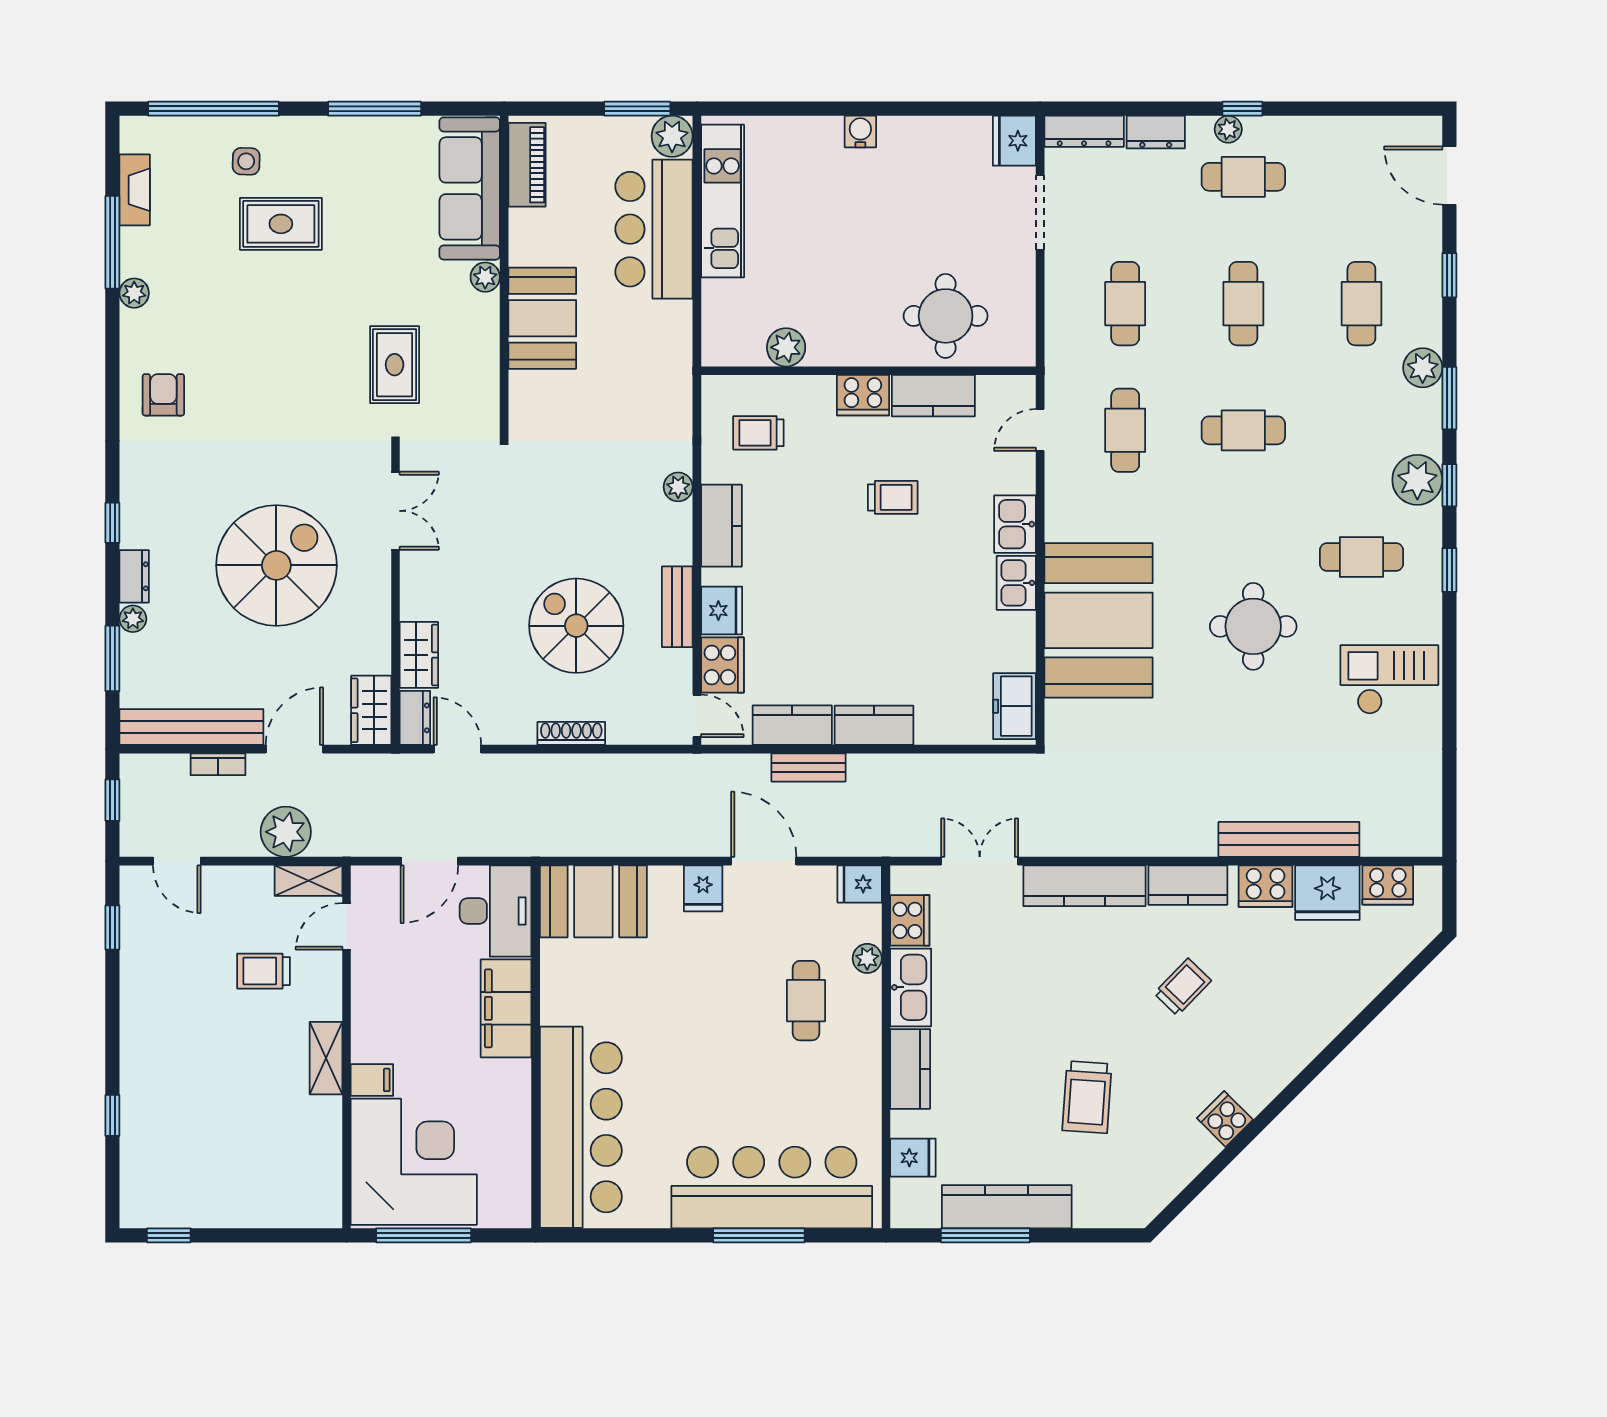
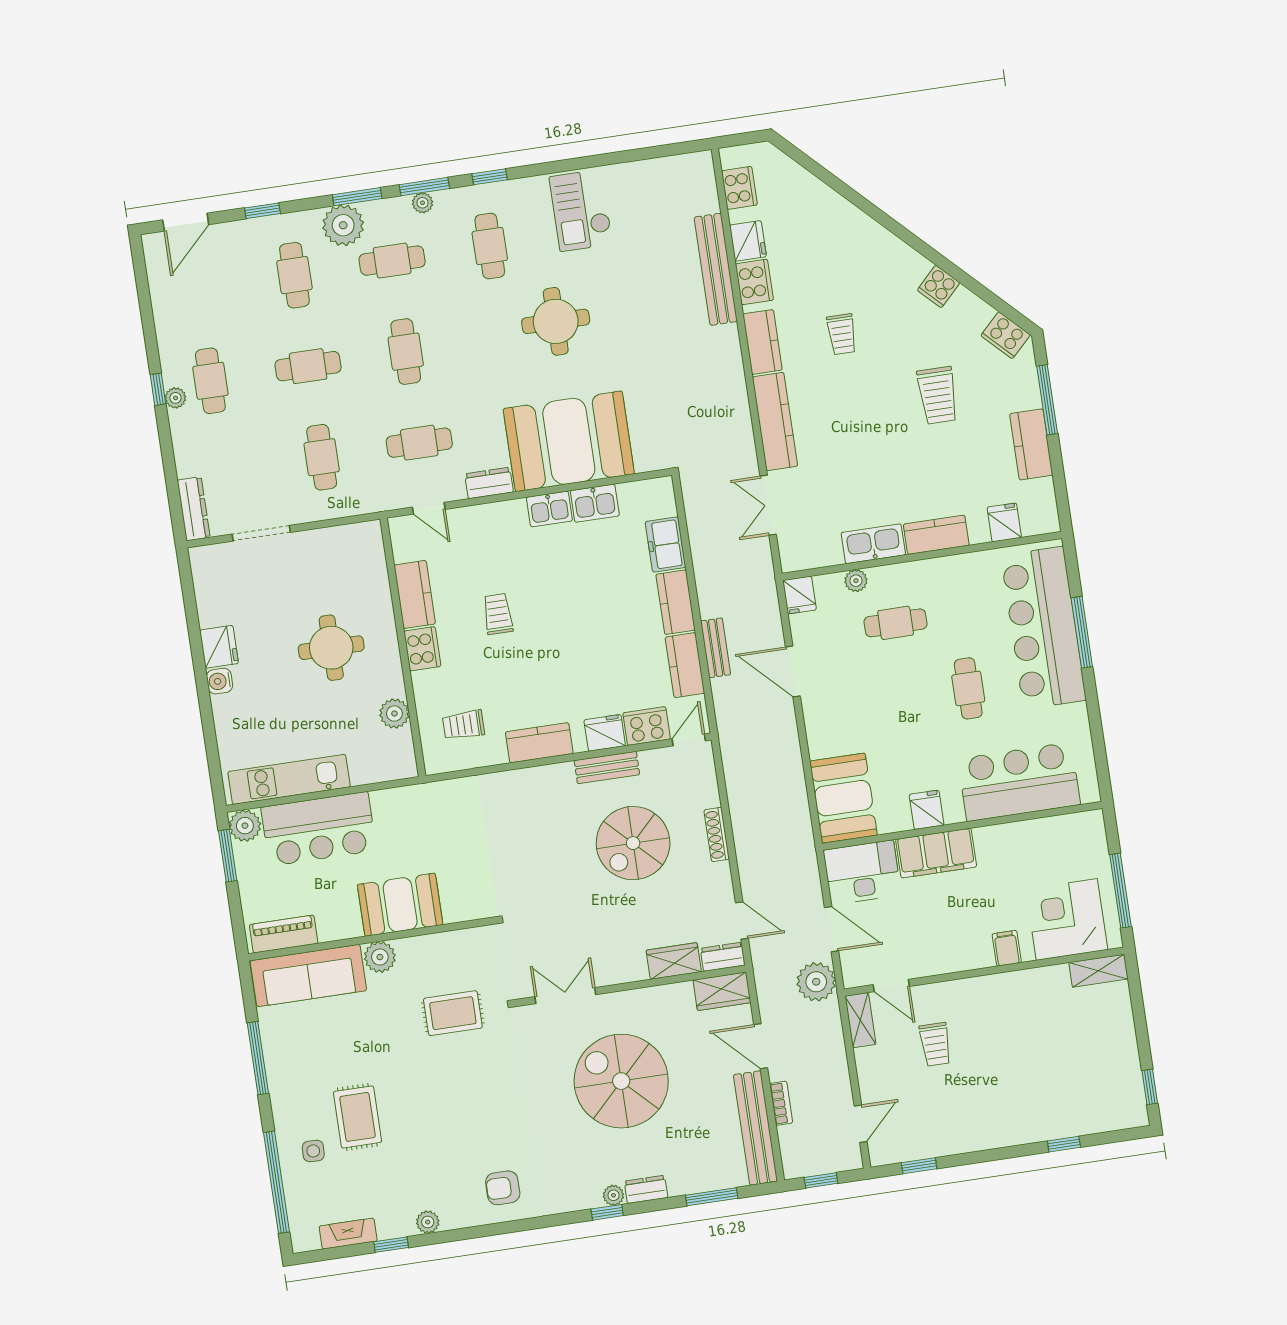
dresser: (1156, 132) -> (489, 483), moved, turned -90
fridge: (1014, 141) -> (219, 647), moved, turned -90
window: (112, 242) -> (391, 1245), width x0.46
plant: (485, 277) -> (380, 957), width x1.38, depth x1.38
cafe table: (1125, 304) -> (322, 457), turned 90
cafe table: (1361, 304) -> (294, 275), turned 90
round table: (946, 316) -> (331, 648), moved
plant: (1423, 368) -> (343, 225), width x1.36, depth x1.36
cafe table: (1361, 430) -> (392, 261), added
trolley: (758, 433) -> (463, 725), turned 90
plant: (1417, 480) -> (423, 203), width x0.53, depth x0.53
window: (1449, 485) -> (424, 187), width x1.50
plant: (678, 487) -> (514, 781), removed
kitchen sink: (1015, 524) -> (595, 503), moved
plant: (133, 619) -> (613, 1195), moved
freezer: (1014, 706) -> (665, 544), moved, turned 90
door: (457, 749) -> (742, 920), swing flipped
plant: (286, 832) -> (816, 982), moved
door: (764, 861) -> (793, 671), hinge flipped
fridge: (703, 888) -> (927, 810), moved, turned -90
fridge: (1327, 893) -> (748, 241), width x0.73, depth x0.75
cooker: (910, 920) -> (1006, 335), moved, turned -135
trolley: (1183, 987) -> (842, 334), turned -134
shelving: (326, 1058) -> (1098, 971), moved
cafe table: (709, 1080) -> (968, 688), added
trolley: (1087, 1097) -> (938, 395), turned 86
bar counter: (581, 1127) -> (1019, 782), width x0.73
corner desk: (414, 1162) -> (1067, 919), width x0.74, depth x0.74
kitchen counter: (1007, 1207) -> (1031, 444), width x0.67
window: (985, 1235) -> (1047, 400), moved

